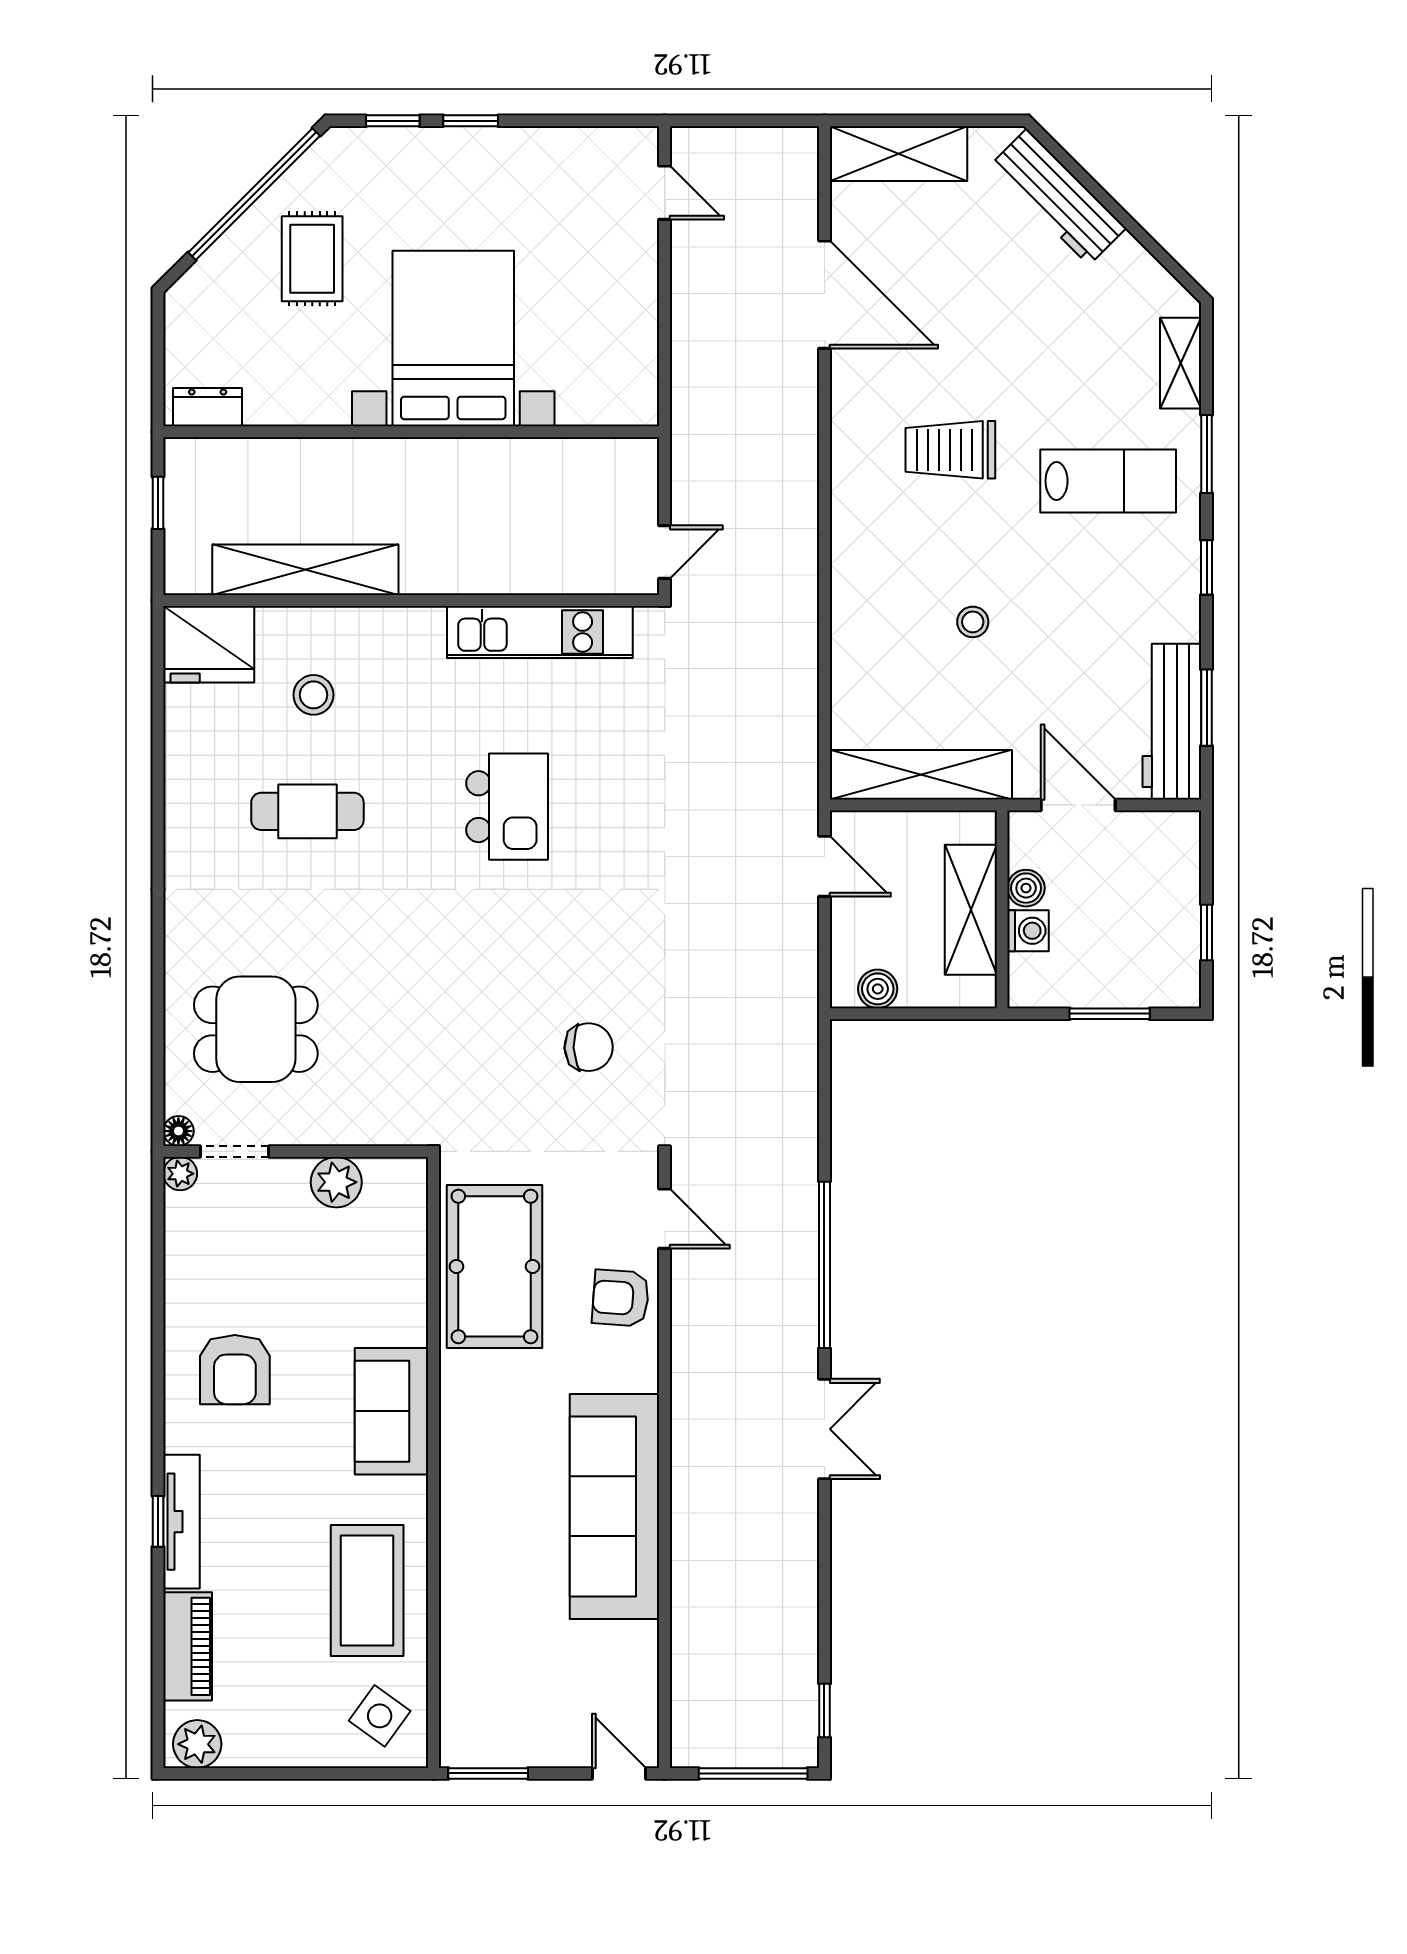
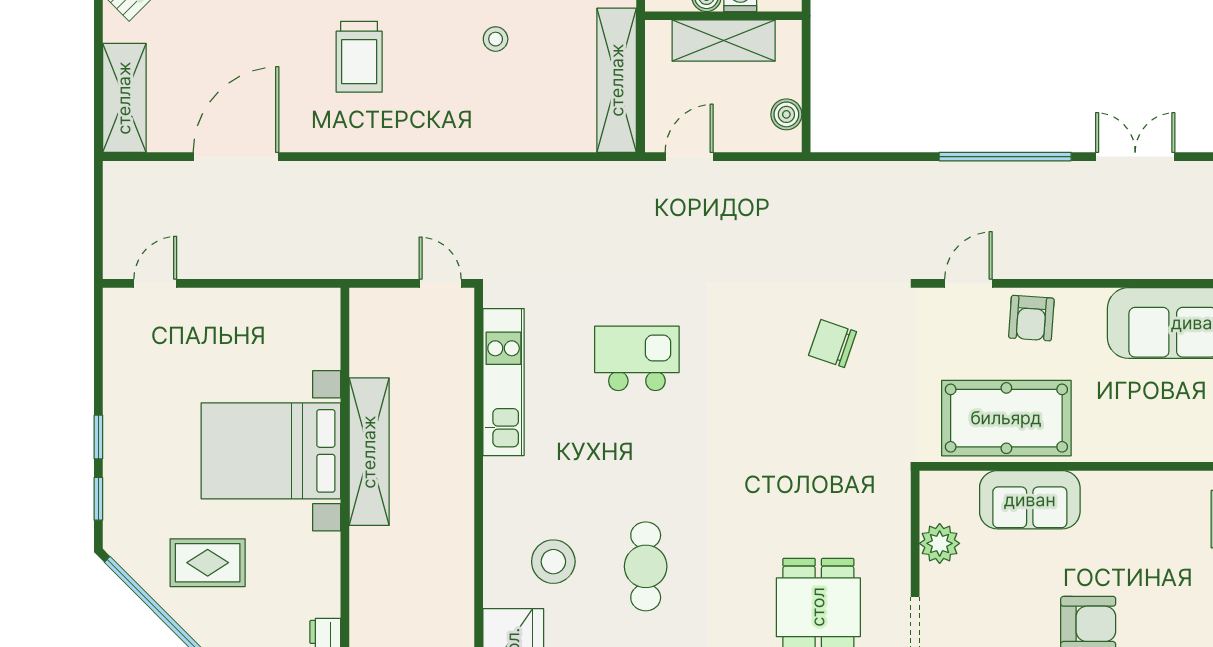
shelving: (305, 570) -> (369, 452), moved
stool: (313, 695) -> (553, 562), width x1.38, depth x1.38
kitchen island: (507, 807) -> (637, 358), moved
chair: (589, 1047) -> (833, 344), turned -69
sofa: (392, 1411) -> (1030, 500), moved

